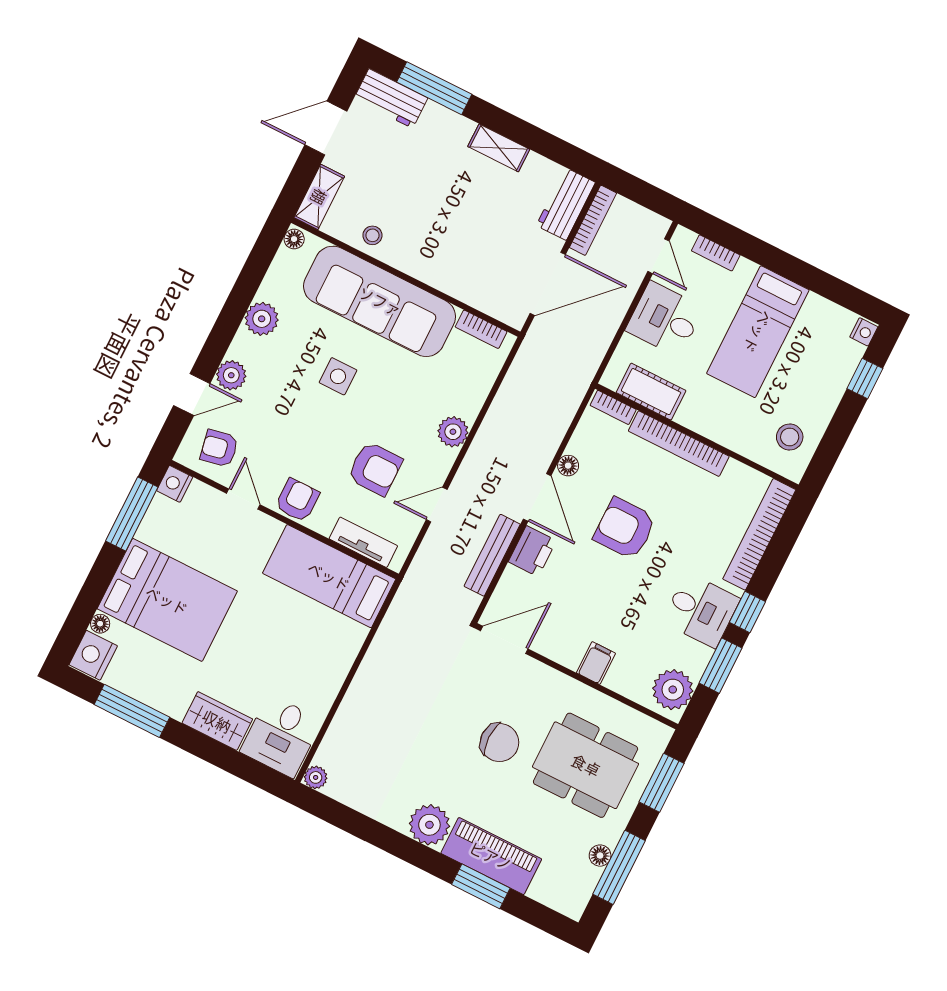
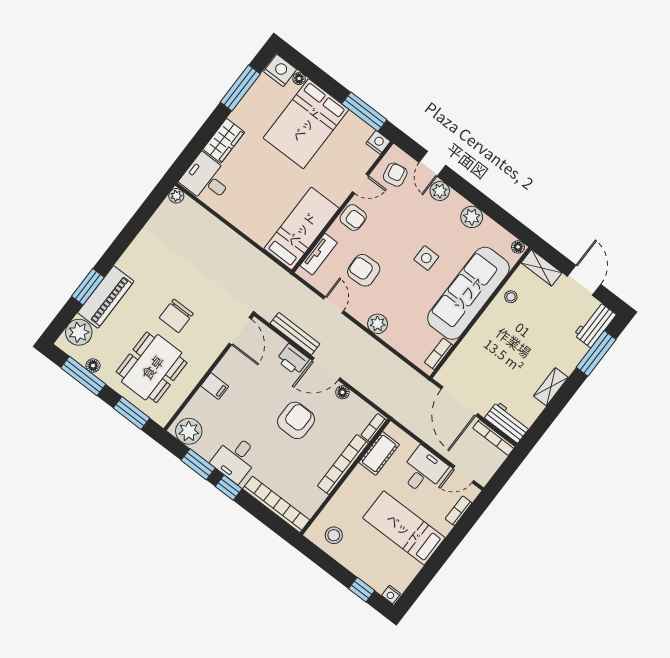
armchair: (375, 469) -> (364, 270), turned 87
plant: (429, 825) -> (79, 332), moved

